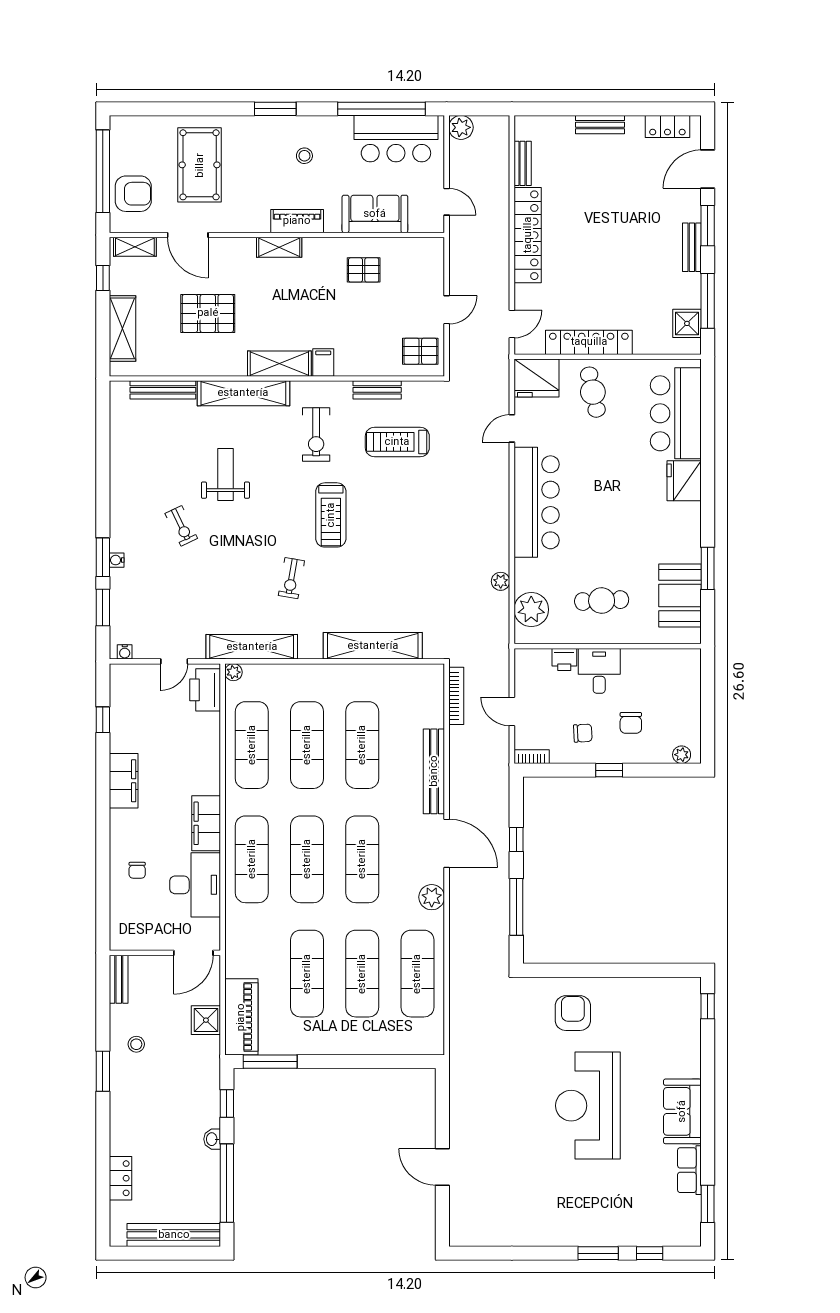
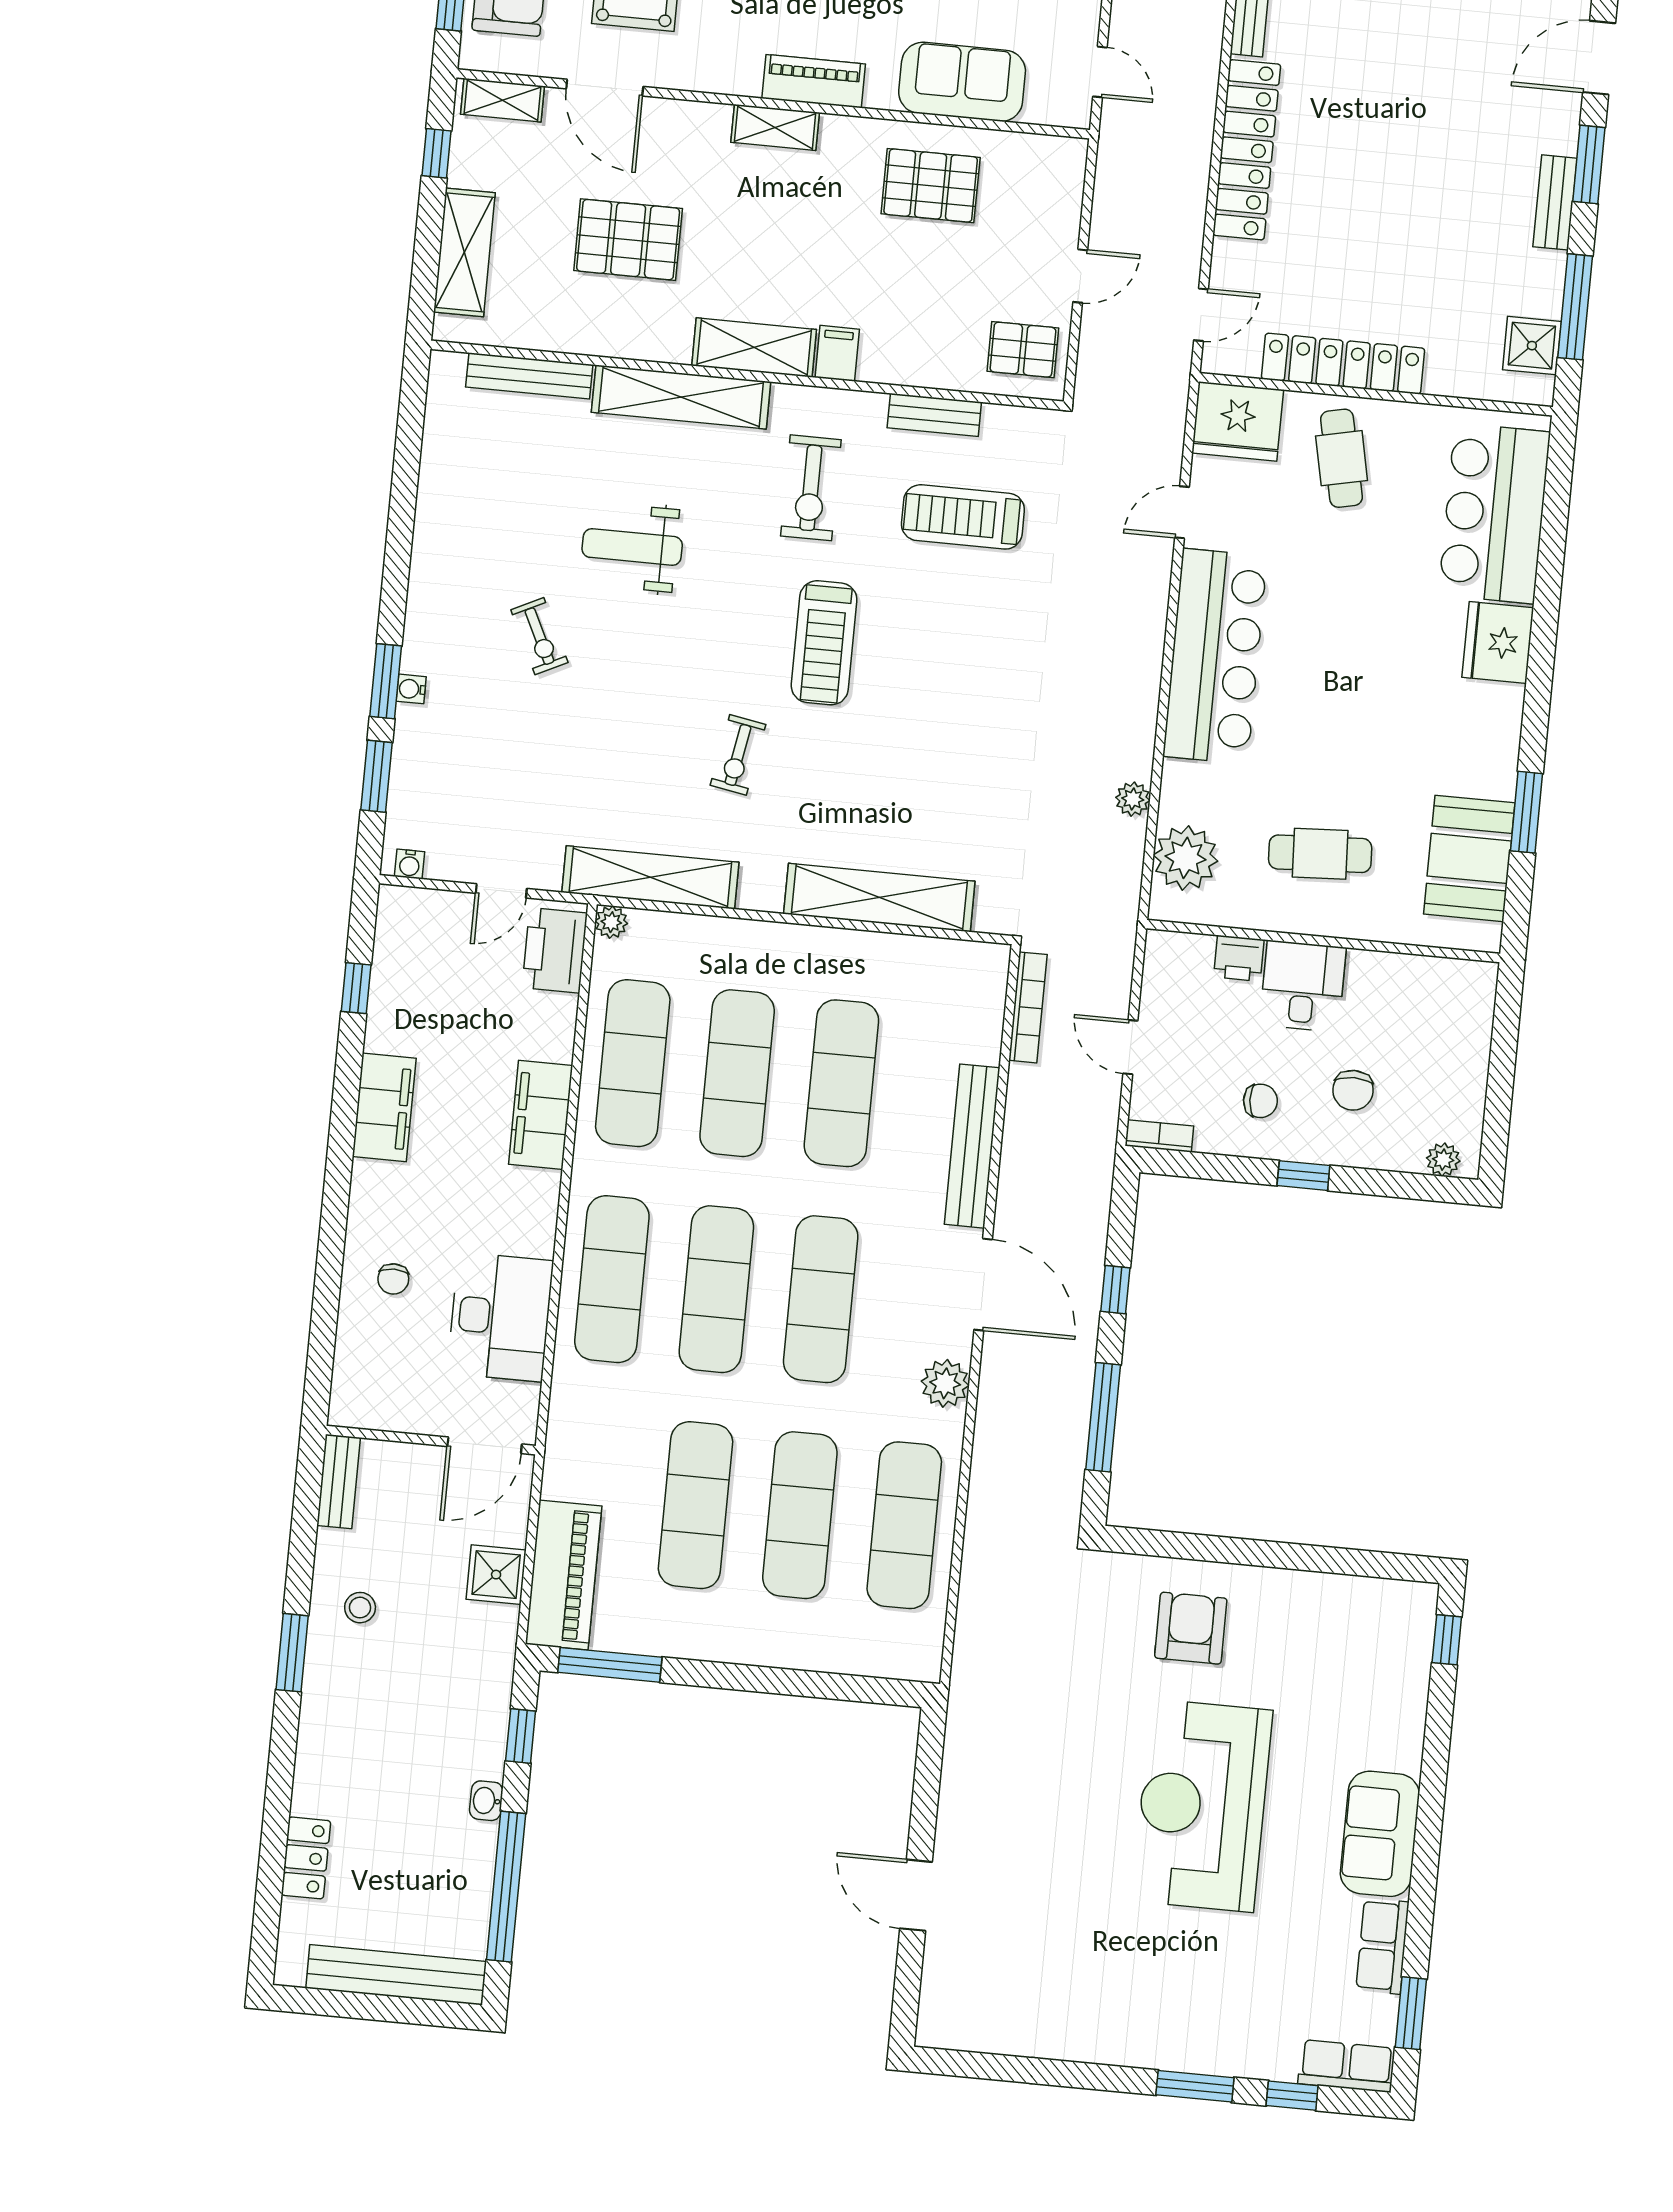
pallet: (364, 270) -> (931, 186), width x1.50, depth x1.42
weight bench: (225, 474) -> (632, 547), turned -90
filing cabinet: (206, 823) -> (541, 1115), moved
row of seats: (677, 1235) -> (1346, 2066), added

